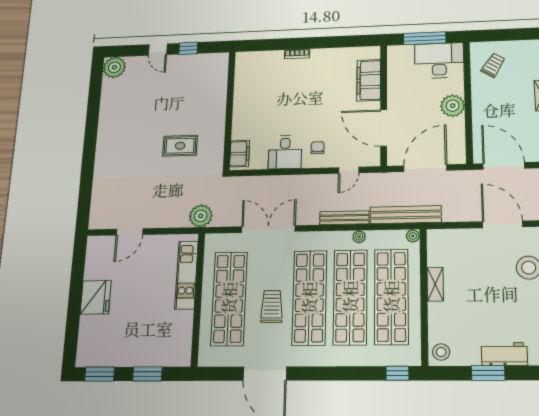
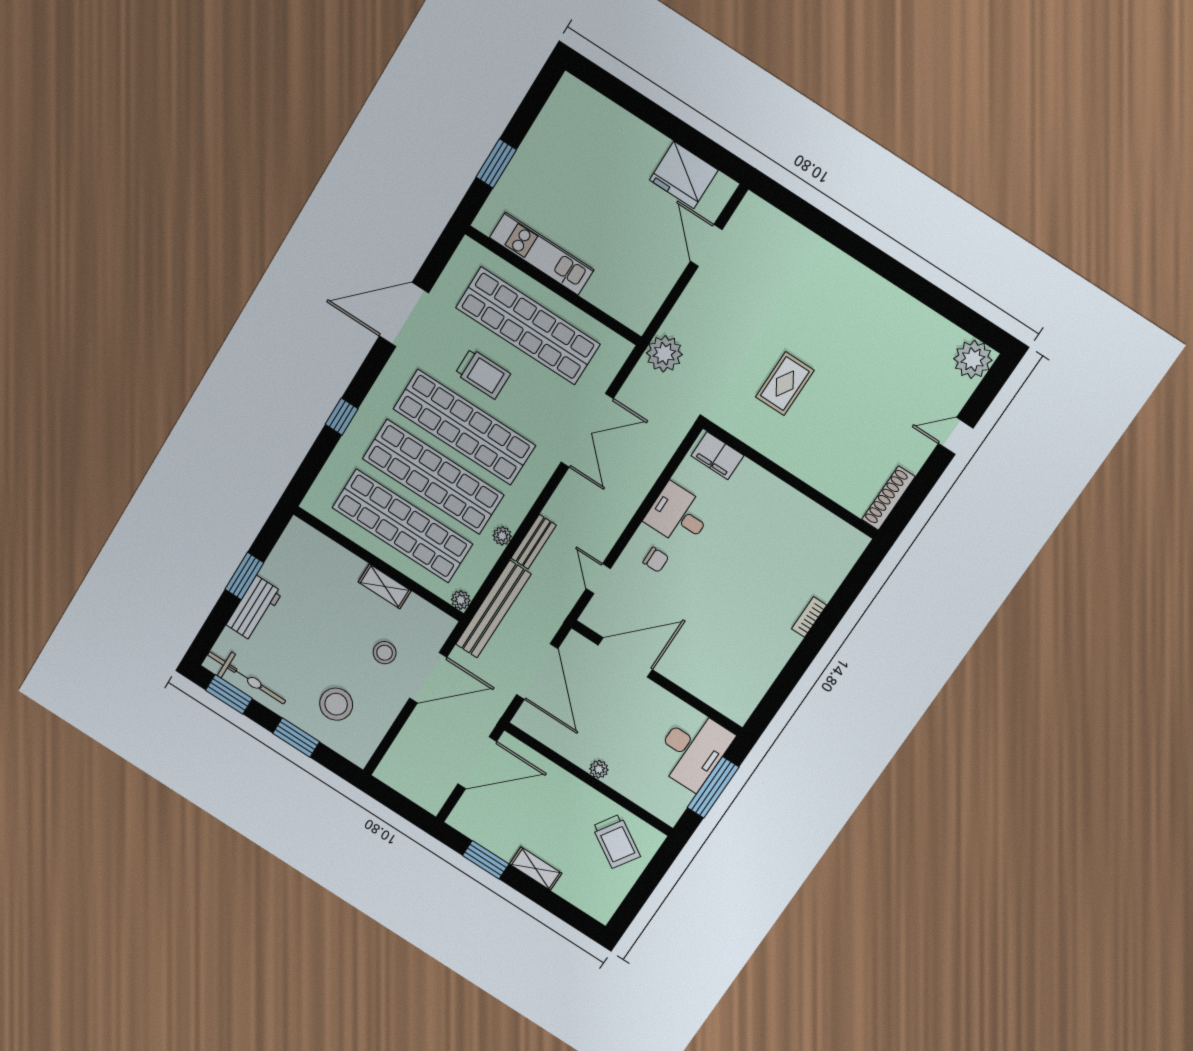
window: (188, 48) -> (926, 479), removed
shoe rack: (209, 59) -> (889, 498), added
desk: (439, 60) -> (693, 749), moved
trolley: (493, 65) -> (616, 841), width x1.36, depth x1.39
filing cabinet: (369, 80) -> (704, 682), removed
plant: (453, 106) -> (599, 769), width x0.53, depth x0.53
bench: (344, 218) -> (534, 542), width x0.73
door: (503, 224) -> (428, 678), moved
kitchen unit: (186, 275) -> (542, 254), moved
fridge: (96, 297) -> (684, 175), moved
stool: (441, 352) -> (385, 653), moved
window: (397, 373) -> (342, 417), moved
window: (99, 374) -> (536, 99), removed

